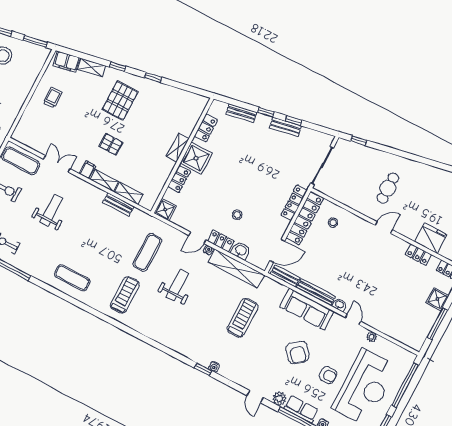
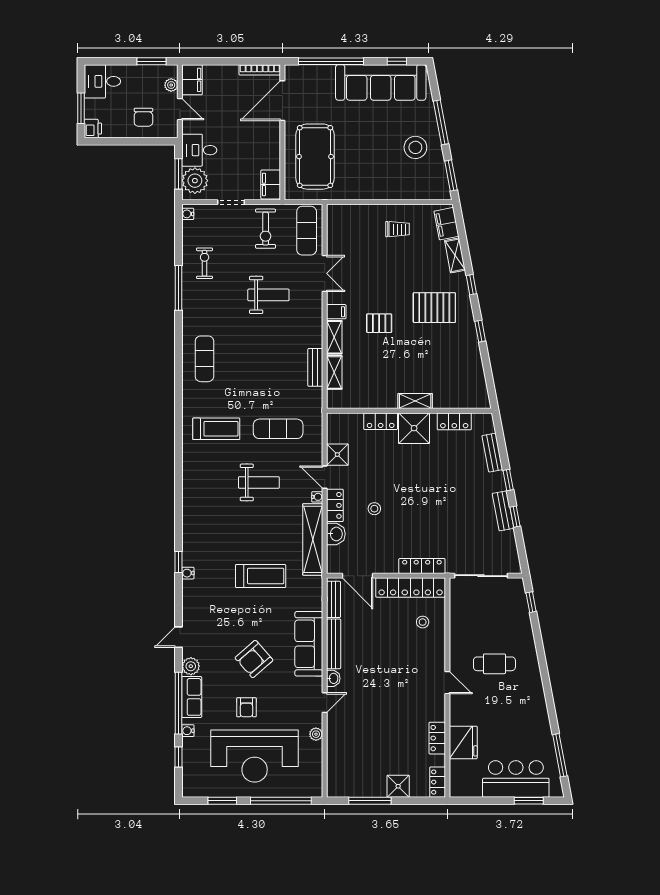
pallet: (111, 144) -> (379, 323), turned 90
shower: (165, 210) -> (337, 455), moved

